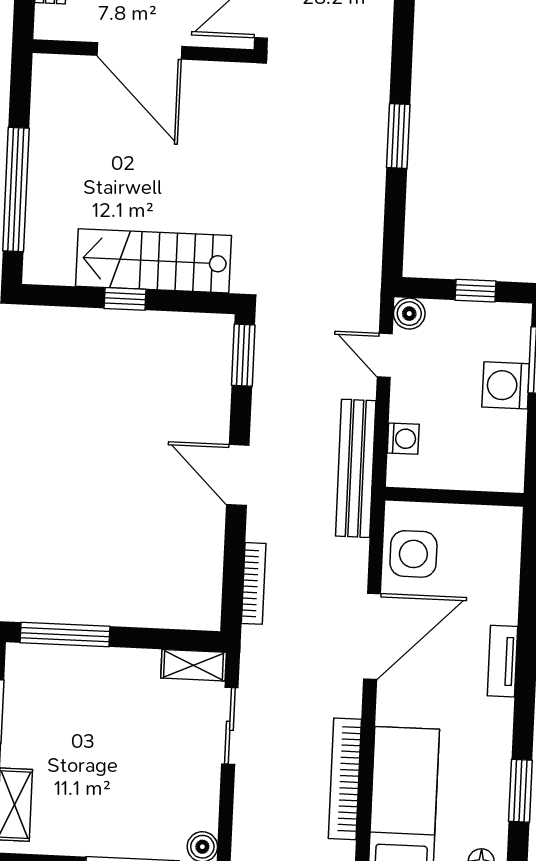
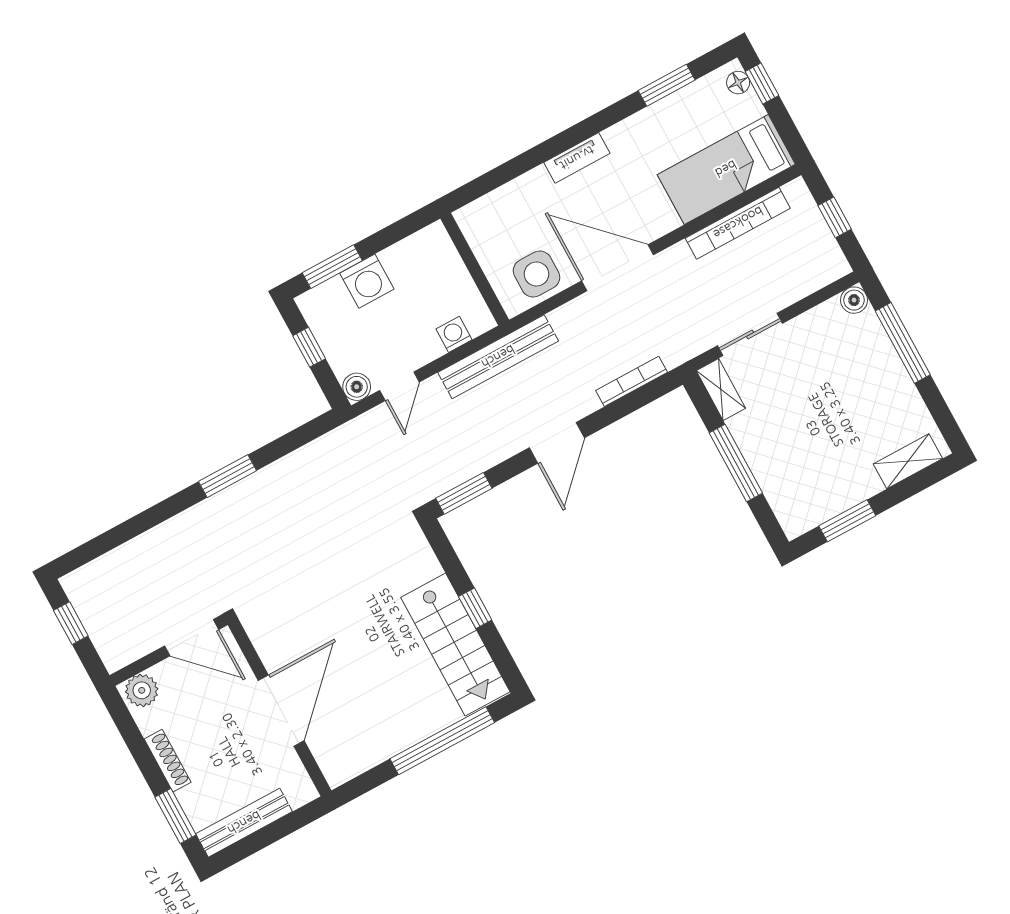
stairs: (153, 261) -> (455, 645), moved
window: (65, 635) -> (736, 463), moved

